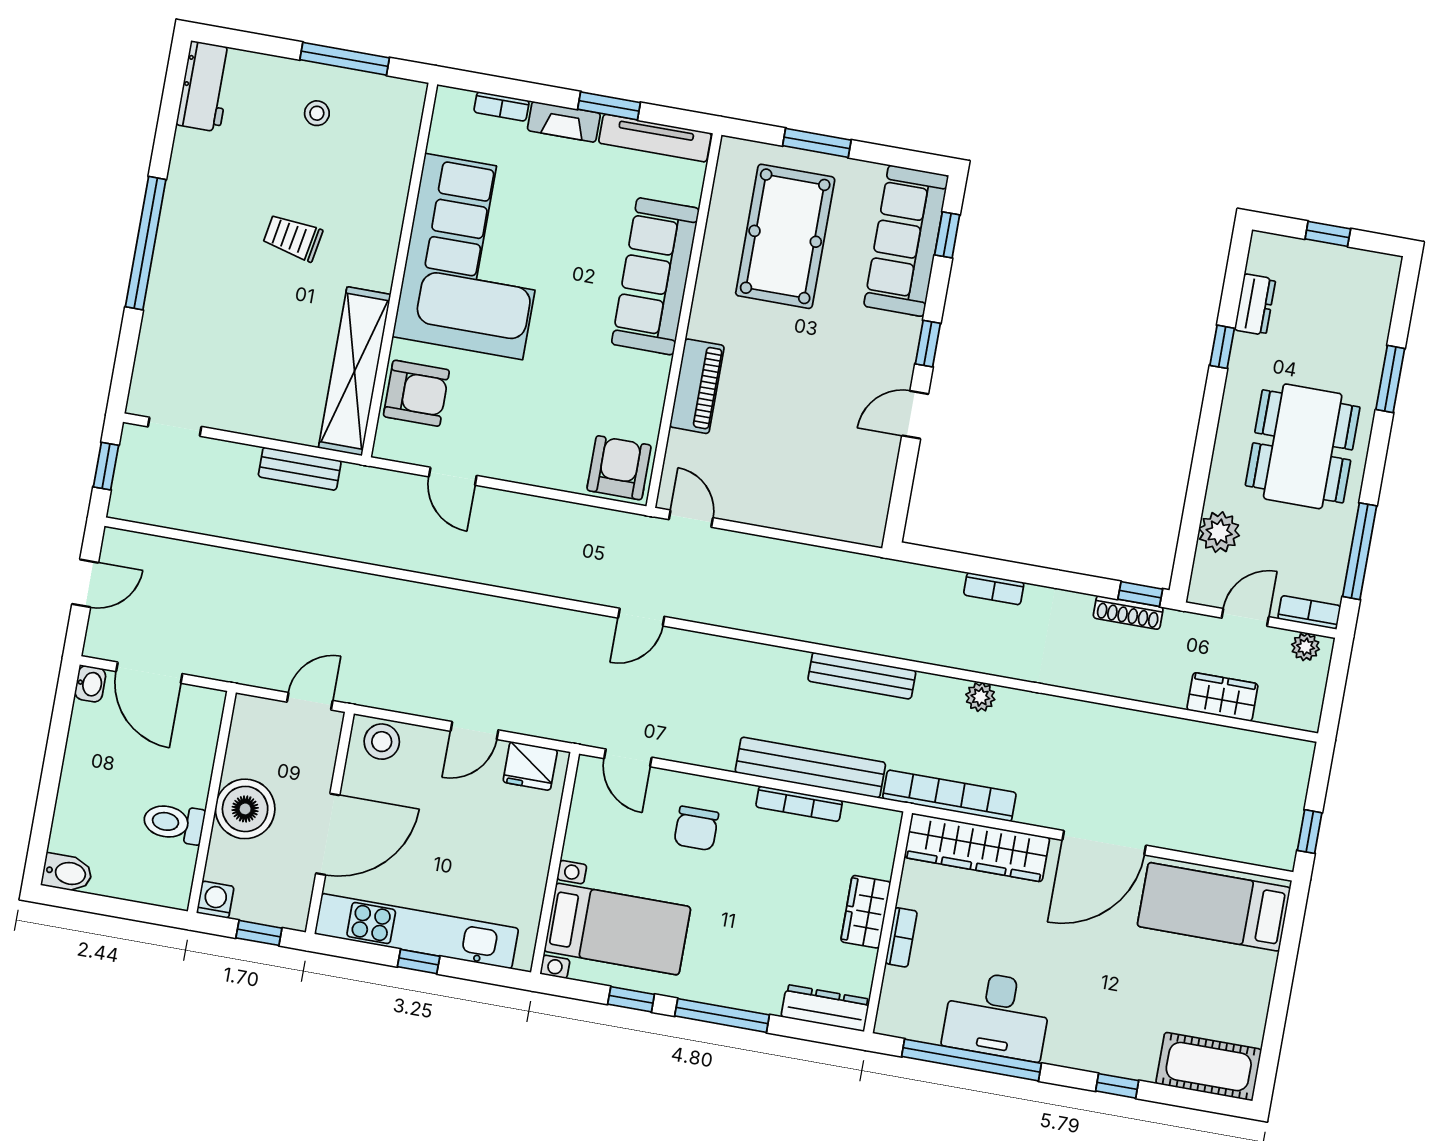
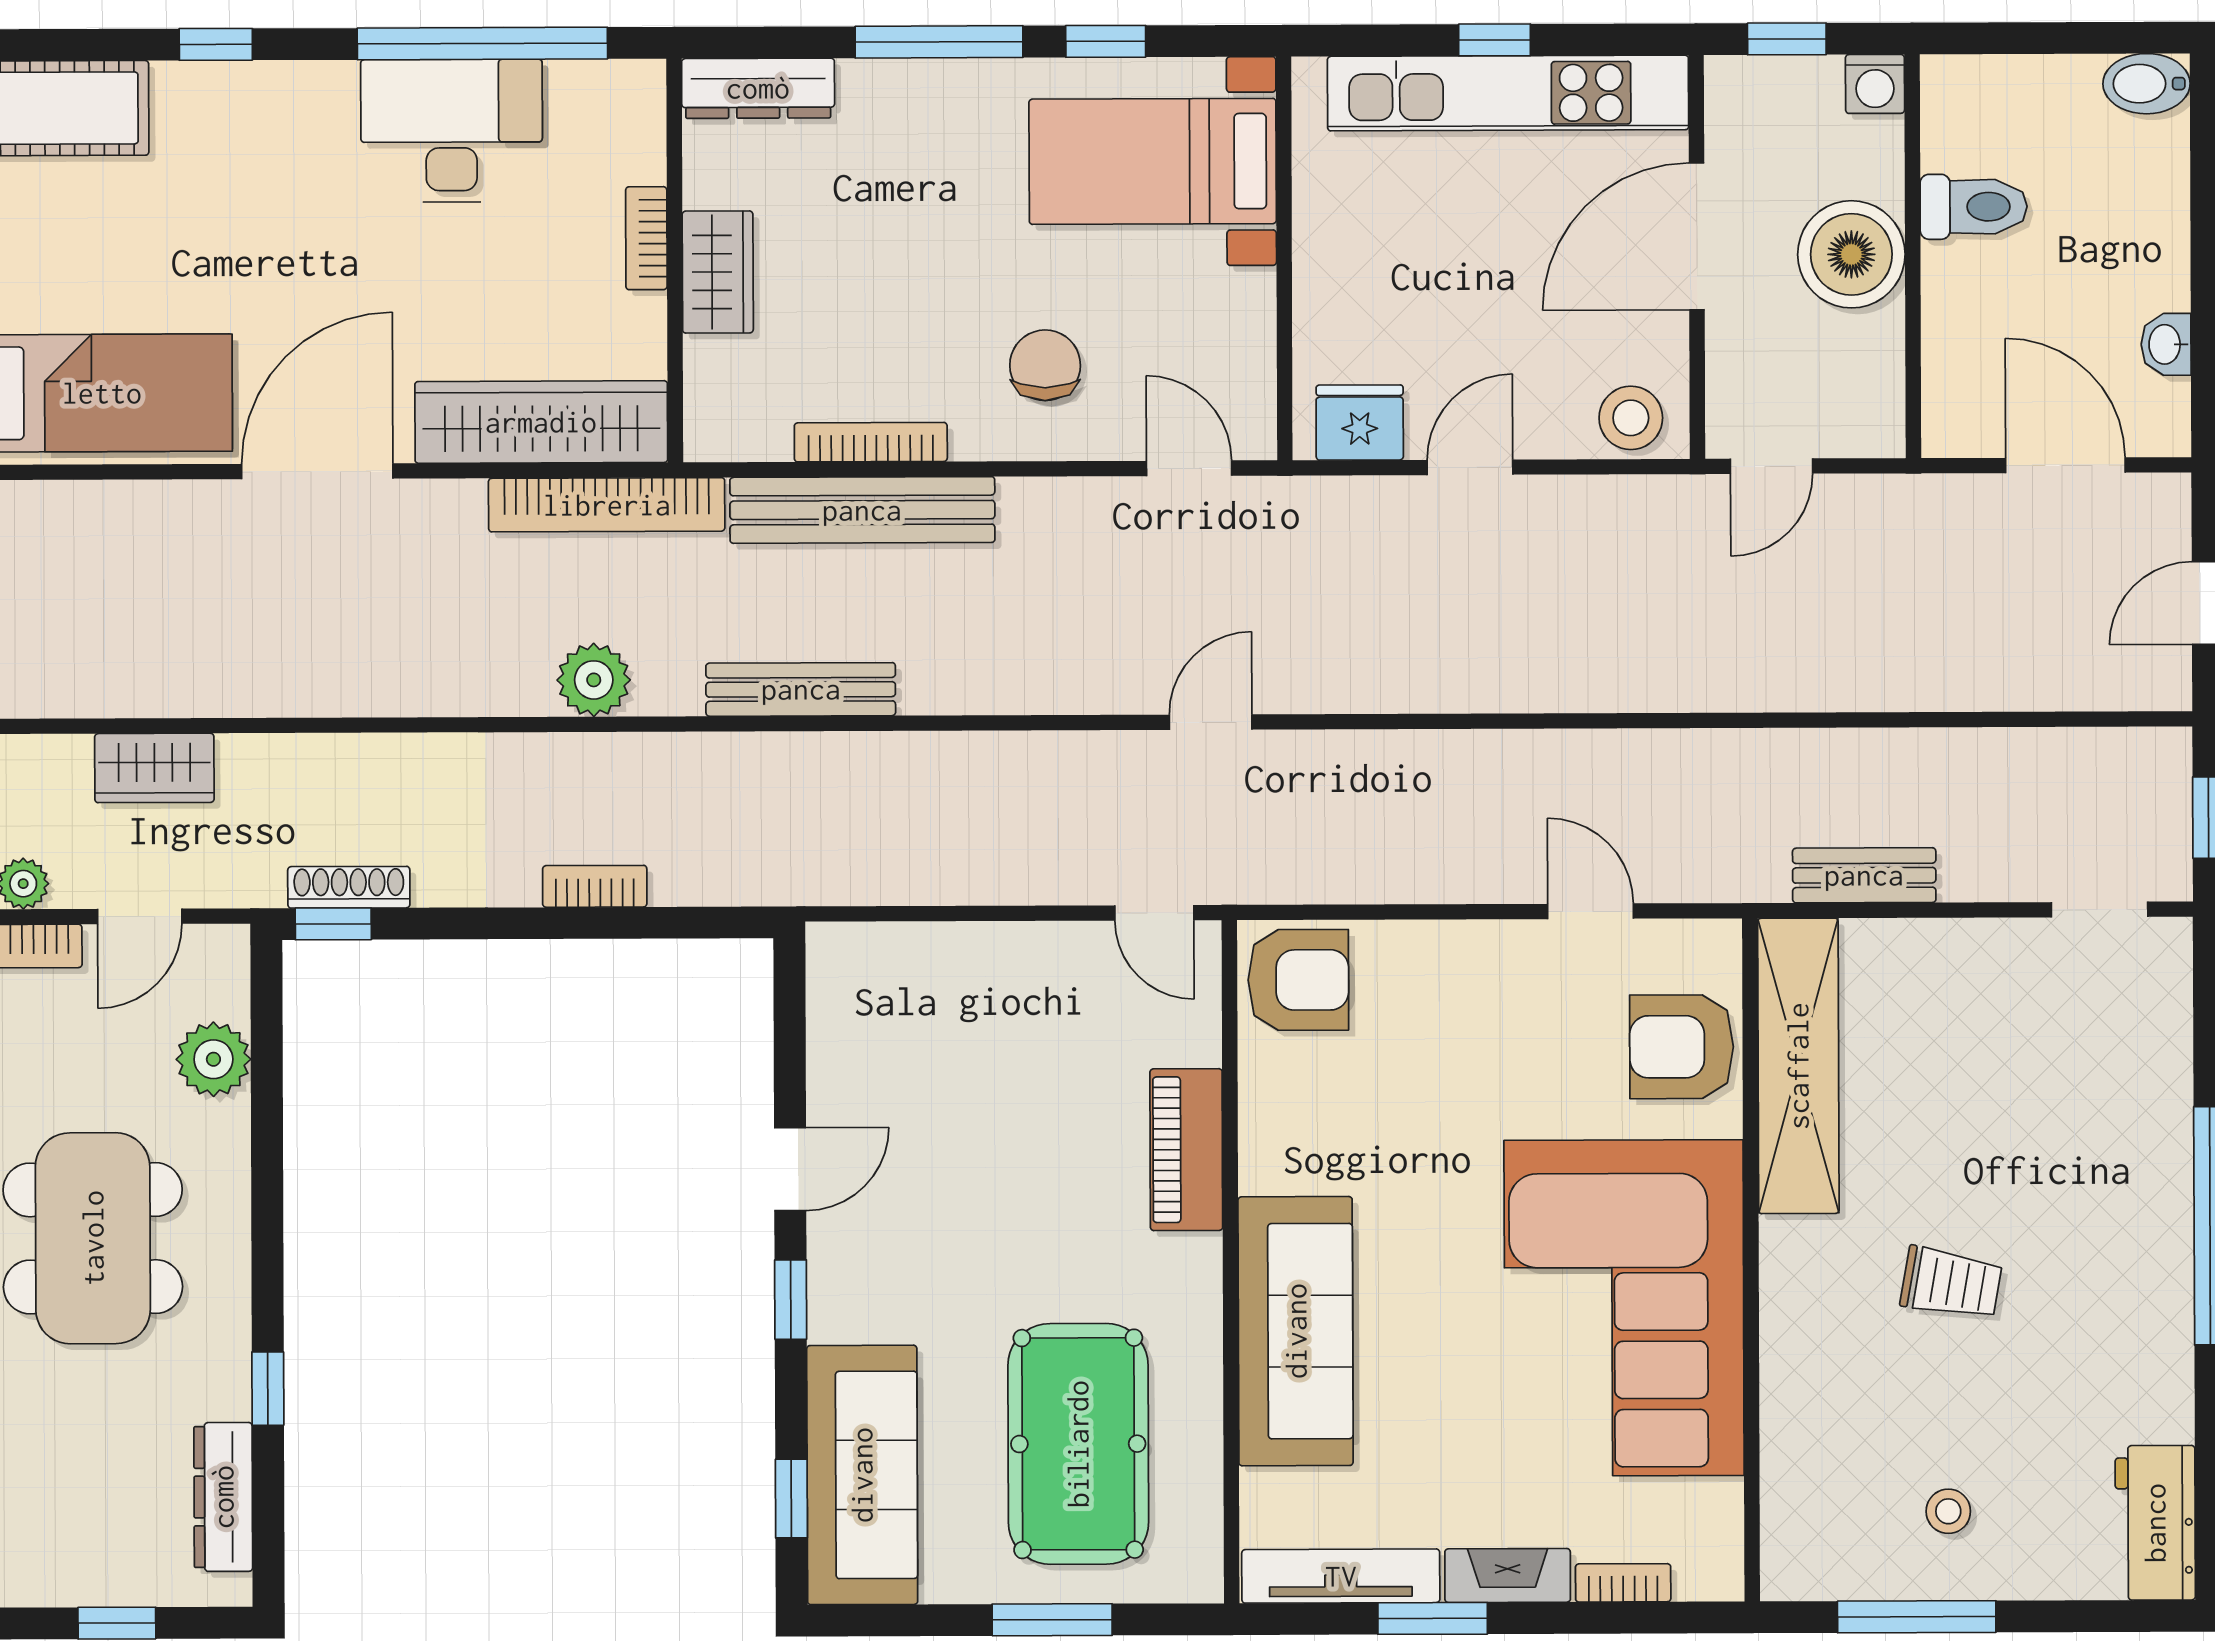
dresser: (1255, 305) -> (223, 1497), width x1.44
armchair: (619, 468) -> (1298, 980), turned -90
washbasin: (90, 684) -> (2166, 344), moved
plant: (980, 697) -> (594, 680), width x1.38, depth x1.38

